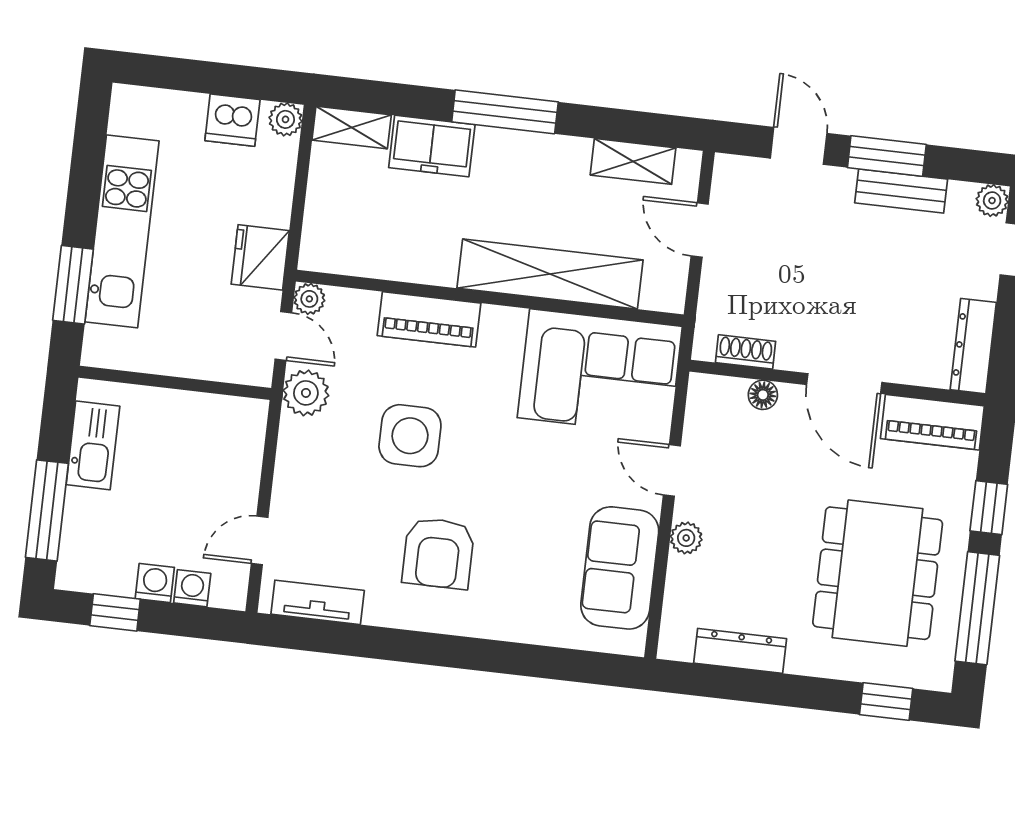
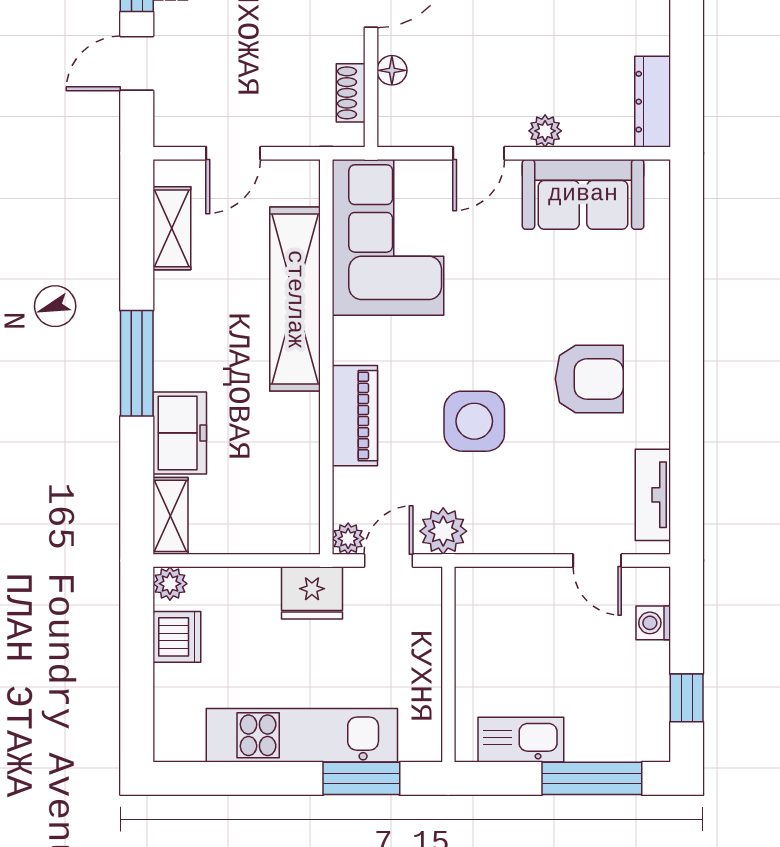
washing machine: (155, 583) -> (652, 661), removed
dresser: (740, 651) -> (653, 102), moved

